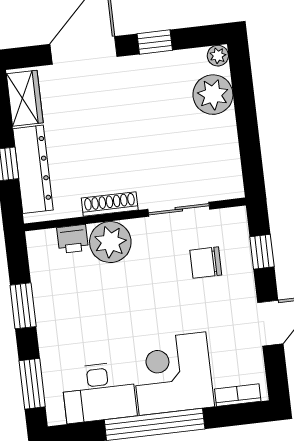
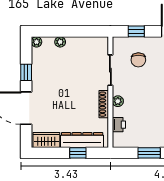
plant: (213, 95) -> (60, 42), width x0.53, depth x0.53
plant: (110, 242) -> (118, 101), width x0.53, depth x0.53

